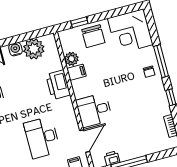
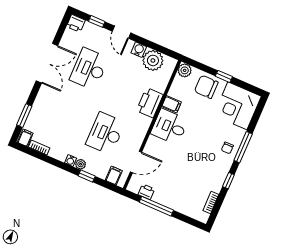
window: (79, 22) -> (224, 76), moved
chair: (93, 36) -> (206, 87), turned 90
plant: (71, 59) -> (185, 70), moved
desk: (94, 110) -> (169, 127), moved

